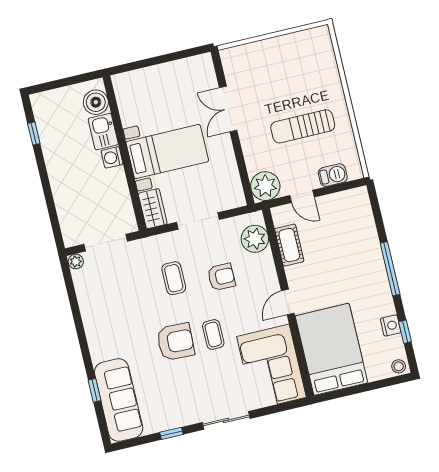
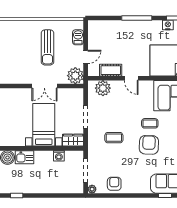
double door: (228, 109) -> (44, 86), moved
washing machine: (112, 157) -> (59, 156), moved
armchair: (221, 277) -> (114, 184), moved
door: (288, 302) -> (131, 78), moved

